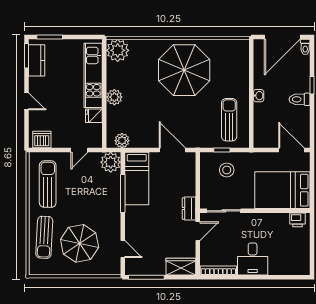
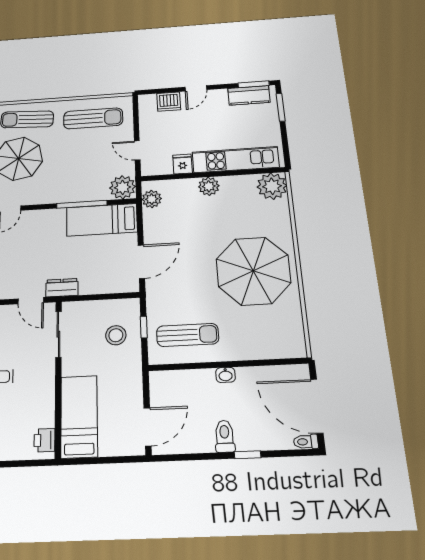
dishwasher: (42, 140) -> (169, 102), moved, turned 90
bed: (282, 190) -> (79, 416), width x0.67

